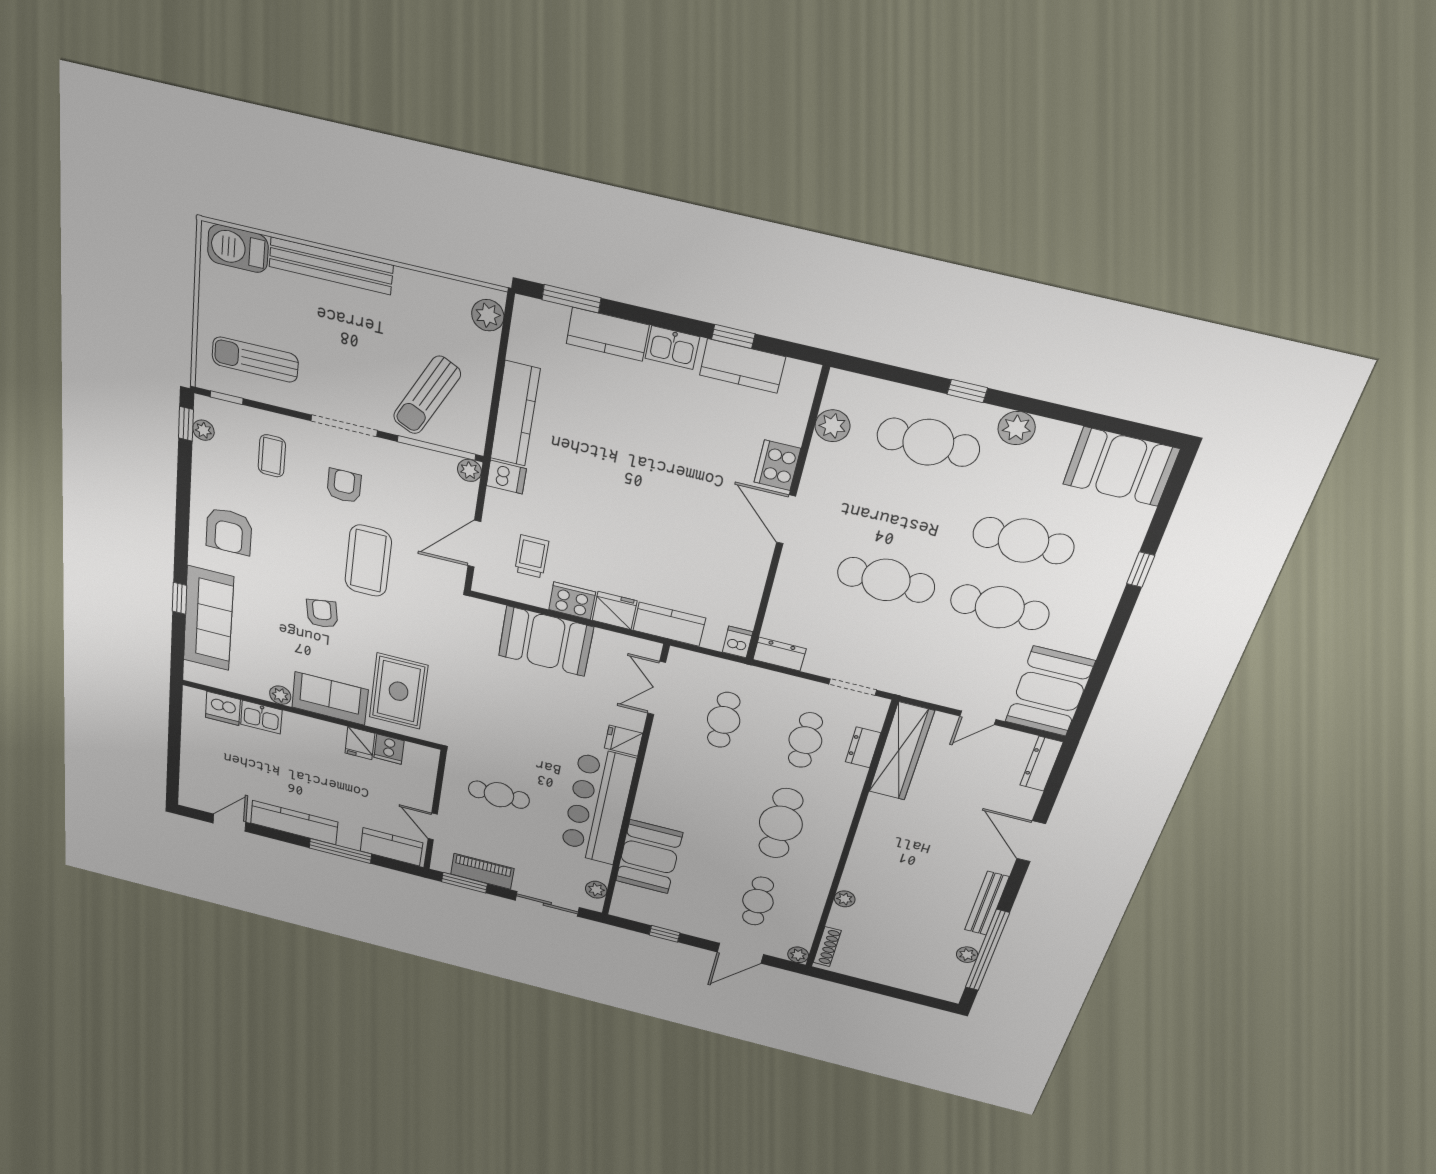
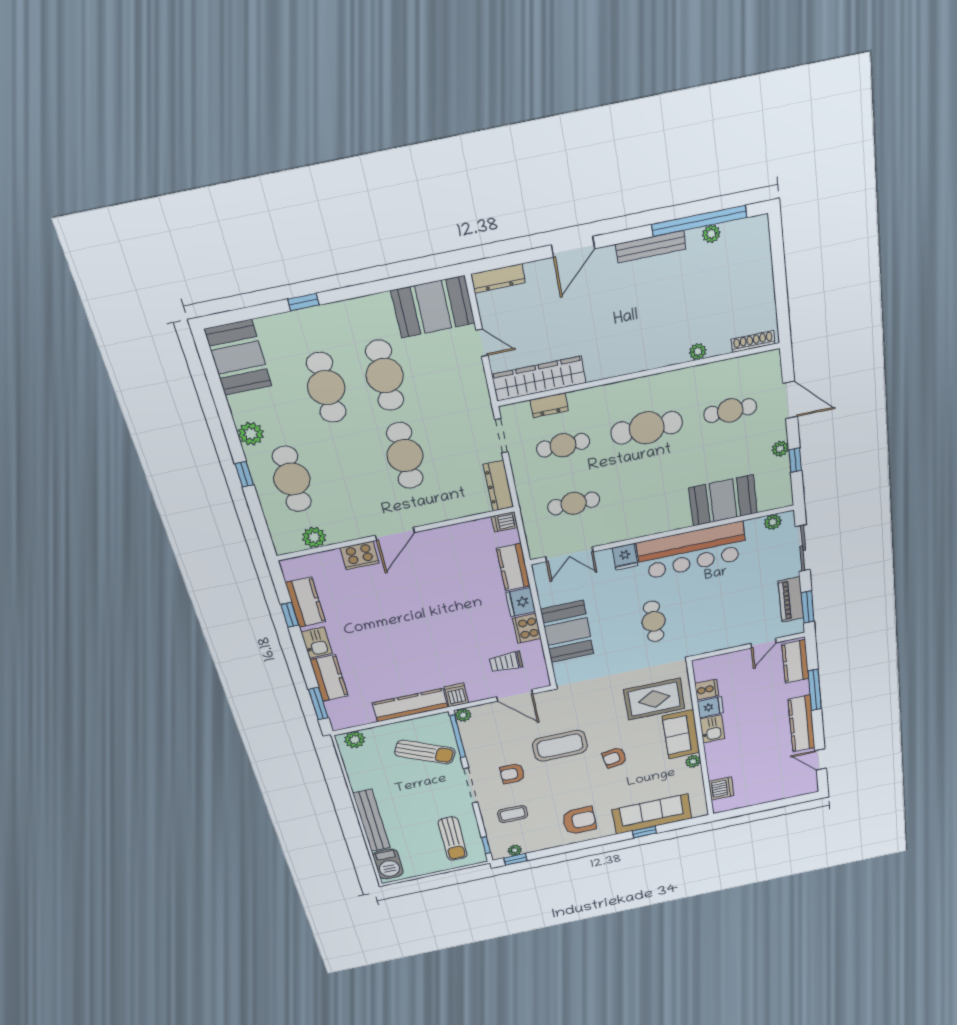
dresser: (779, 654) -> (498, 486), width x1.44
kitchen sink: (261, 717) -> (712, 729), moved
cafe table: (499, 795) -> (654, 621), moved
plant: (798, 955) -> (780, 449), moved

